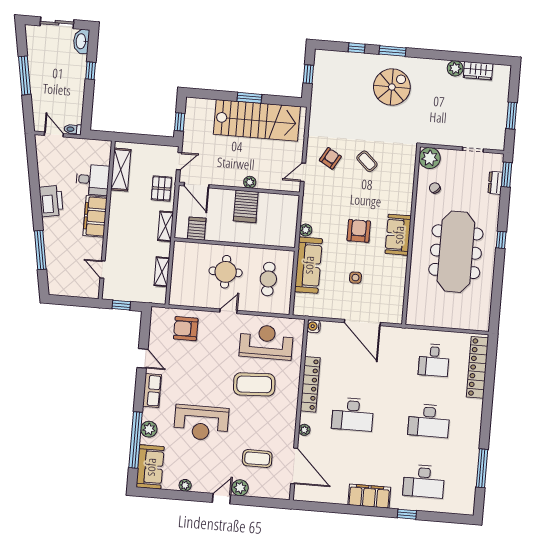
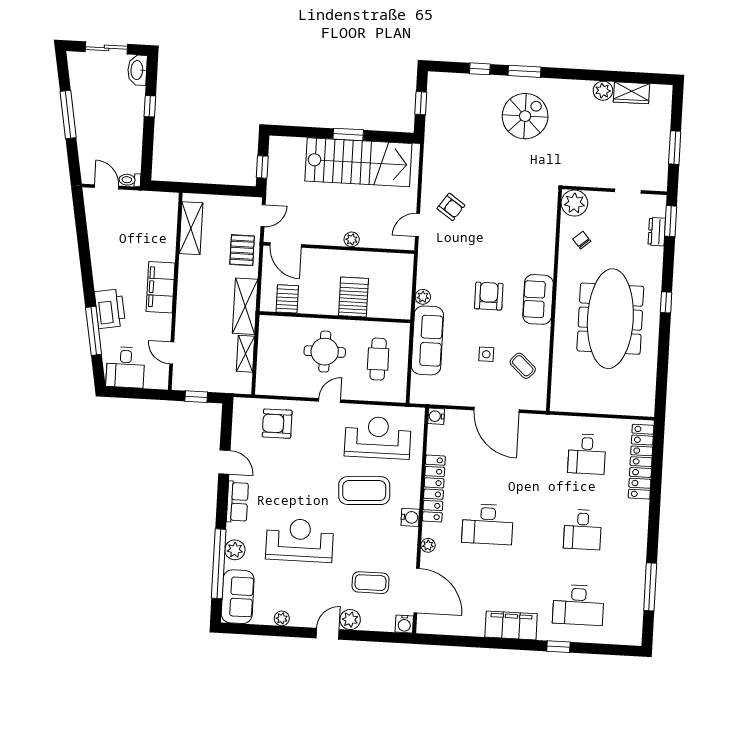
armchair: (330, 158) -> (451, 207), turned 95
coffee table: (367, 161) -> (523, 366), moved
desk: (93, 180) -> (125, 367), moved, turned 90
printer: (51, 201) -> (110, 309), moved
server rack: (246, 206) -> (353, 297), moved, turned 180
shelving: (165, 226) -> (245, 306), width x1.50, depth x1.33
water cooler: (291, 407) -> (410, 517), added
desk: (429, 421) -> (583, 530), width x0.73
reception desk: (201, 423) -> (300, 540), turned 180
water cooler: (283, 493) -> (404, 624), added

